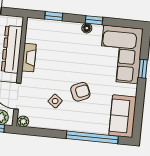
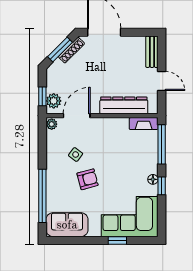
window: (54, 16) -> (162, 144), width x2.17
fireplace: (29, 58) -> (144, 124), moved
armchair: (80, 92) -> (88, 179), turned -82

